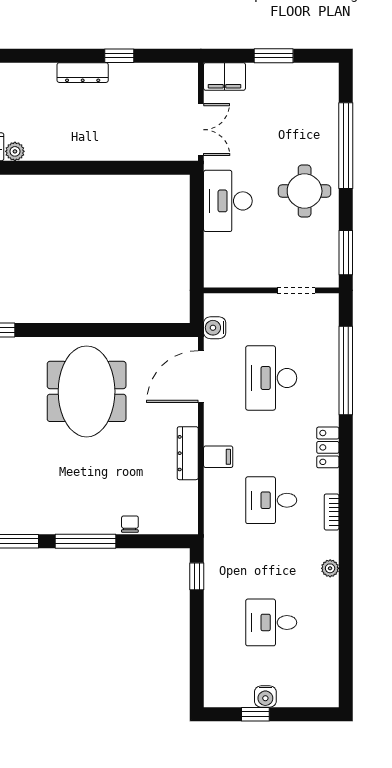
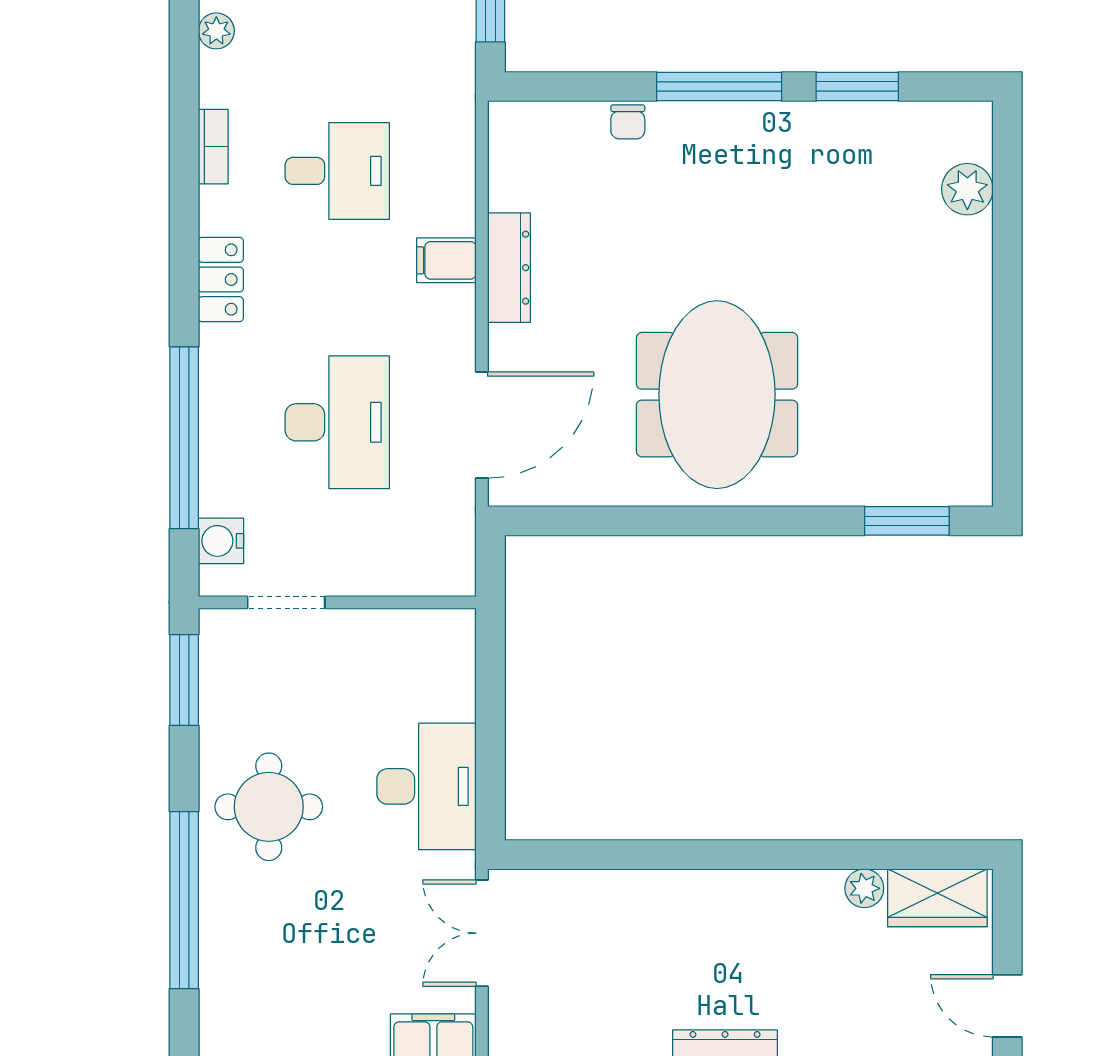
water cooler: (215, 328) -> (221, 541), moved, turned 180

